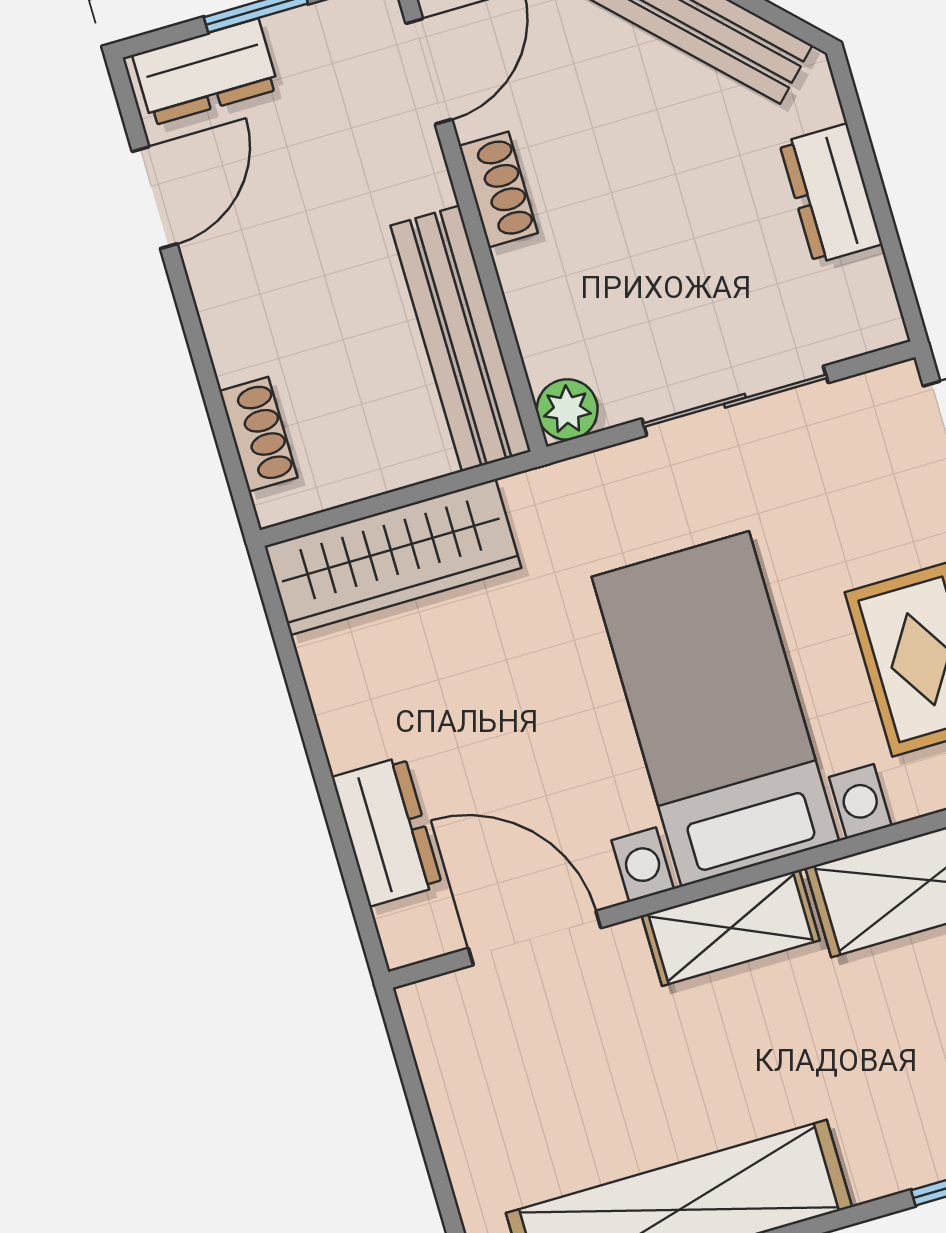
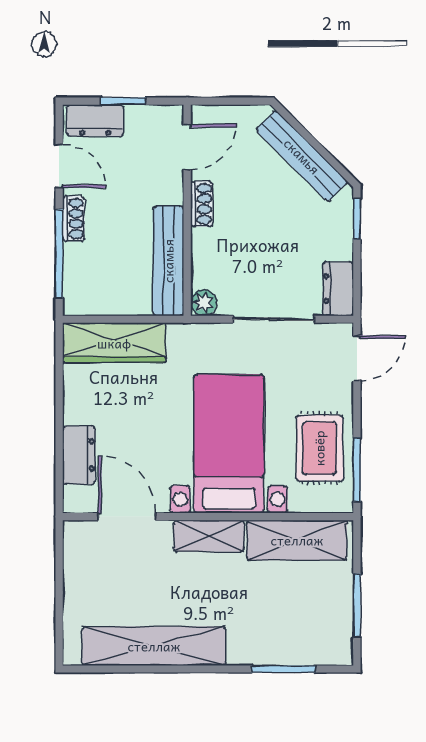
window: (856, 122) -> (357, 219), added
dresser: (831, 194) -> (338, 289), moved
door: (155, 198) -> (59, 166), hinge flipped
window: (211, 393) -> (59, 254), added
shoe rack: (258, 434) -> (73, 219), moved

